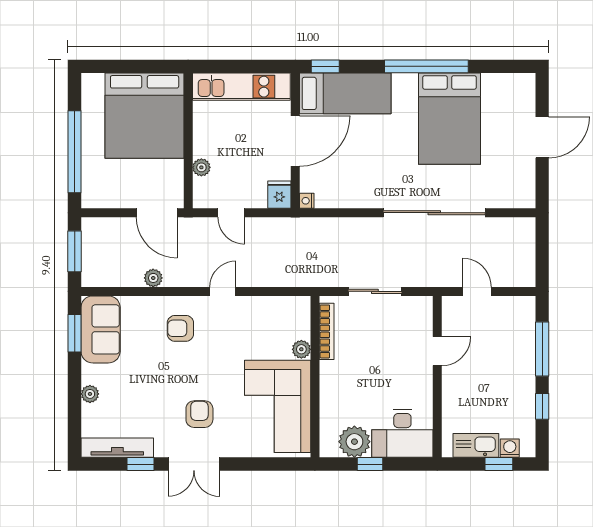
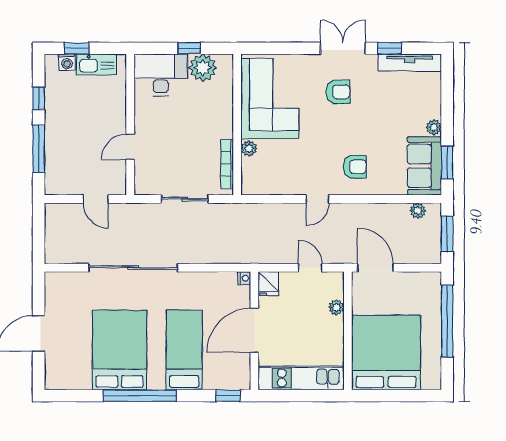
bed: (345, 93) -> (184, 350), moved, turned 90
plant: (153, 278) -> (418, 211), moved
plant: (90, 394) -> (434, 127), moved
armchair: (199, 414) -> (338, 92), turned -90

